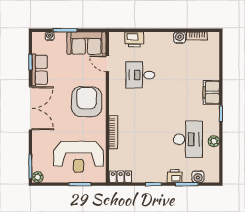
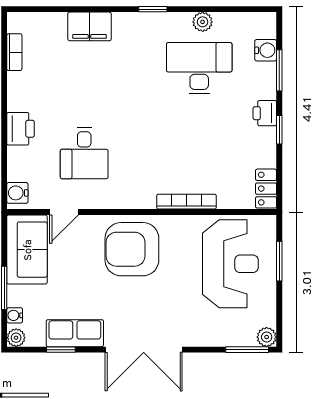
plant: (37, 37) -> (16, 338), added
water cooler: (180, 38) -> (17, 193), moved
printer: (134, 39) -> (21, 129), moved
filing cabinet: (211, 92) -> (89, 26), moved
double door: (30, 108) -> (144, 350), swing flipped
printer: (175, 176) -> (265, 113), moved

